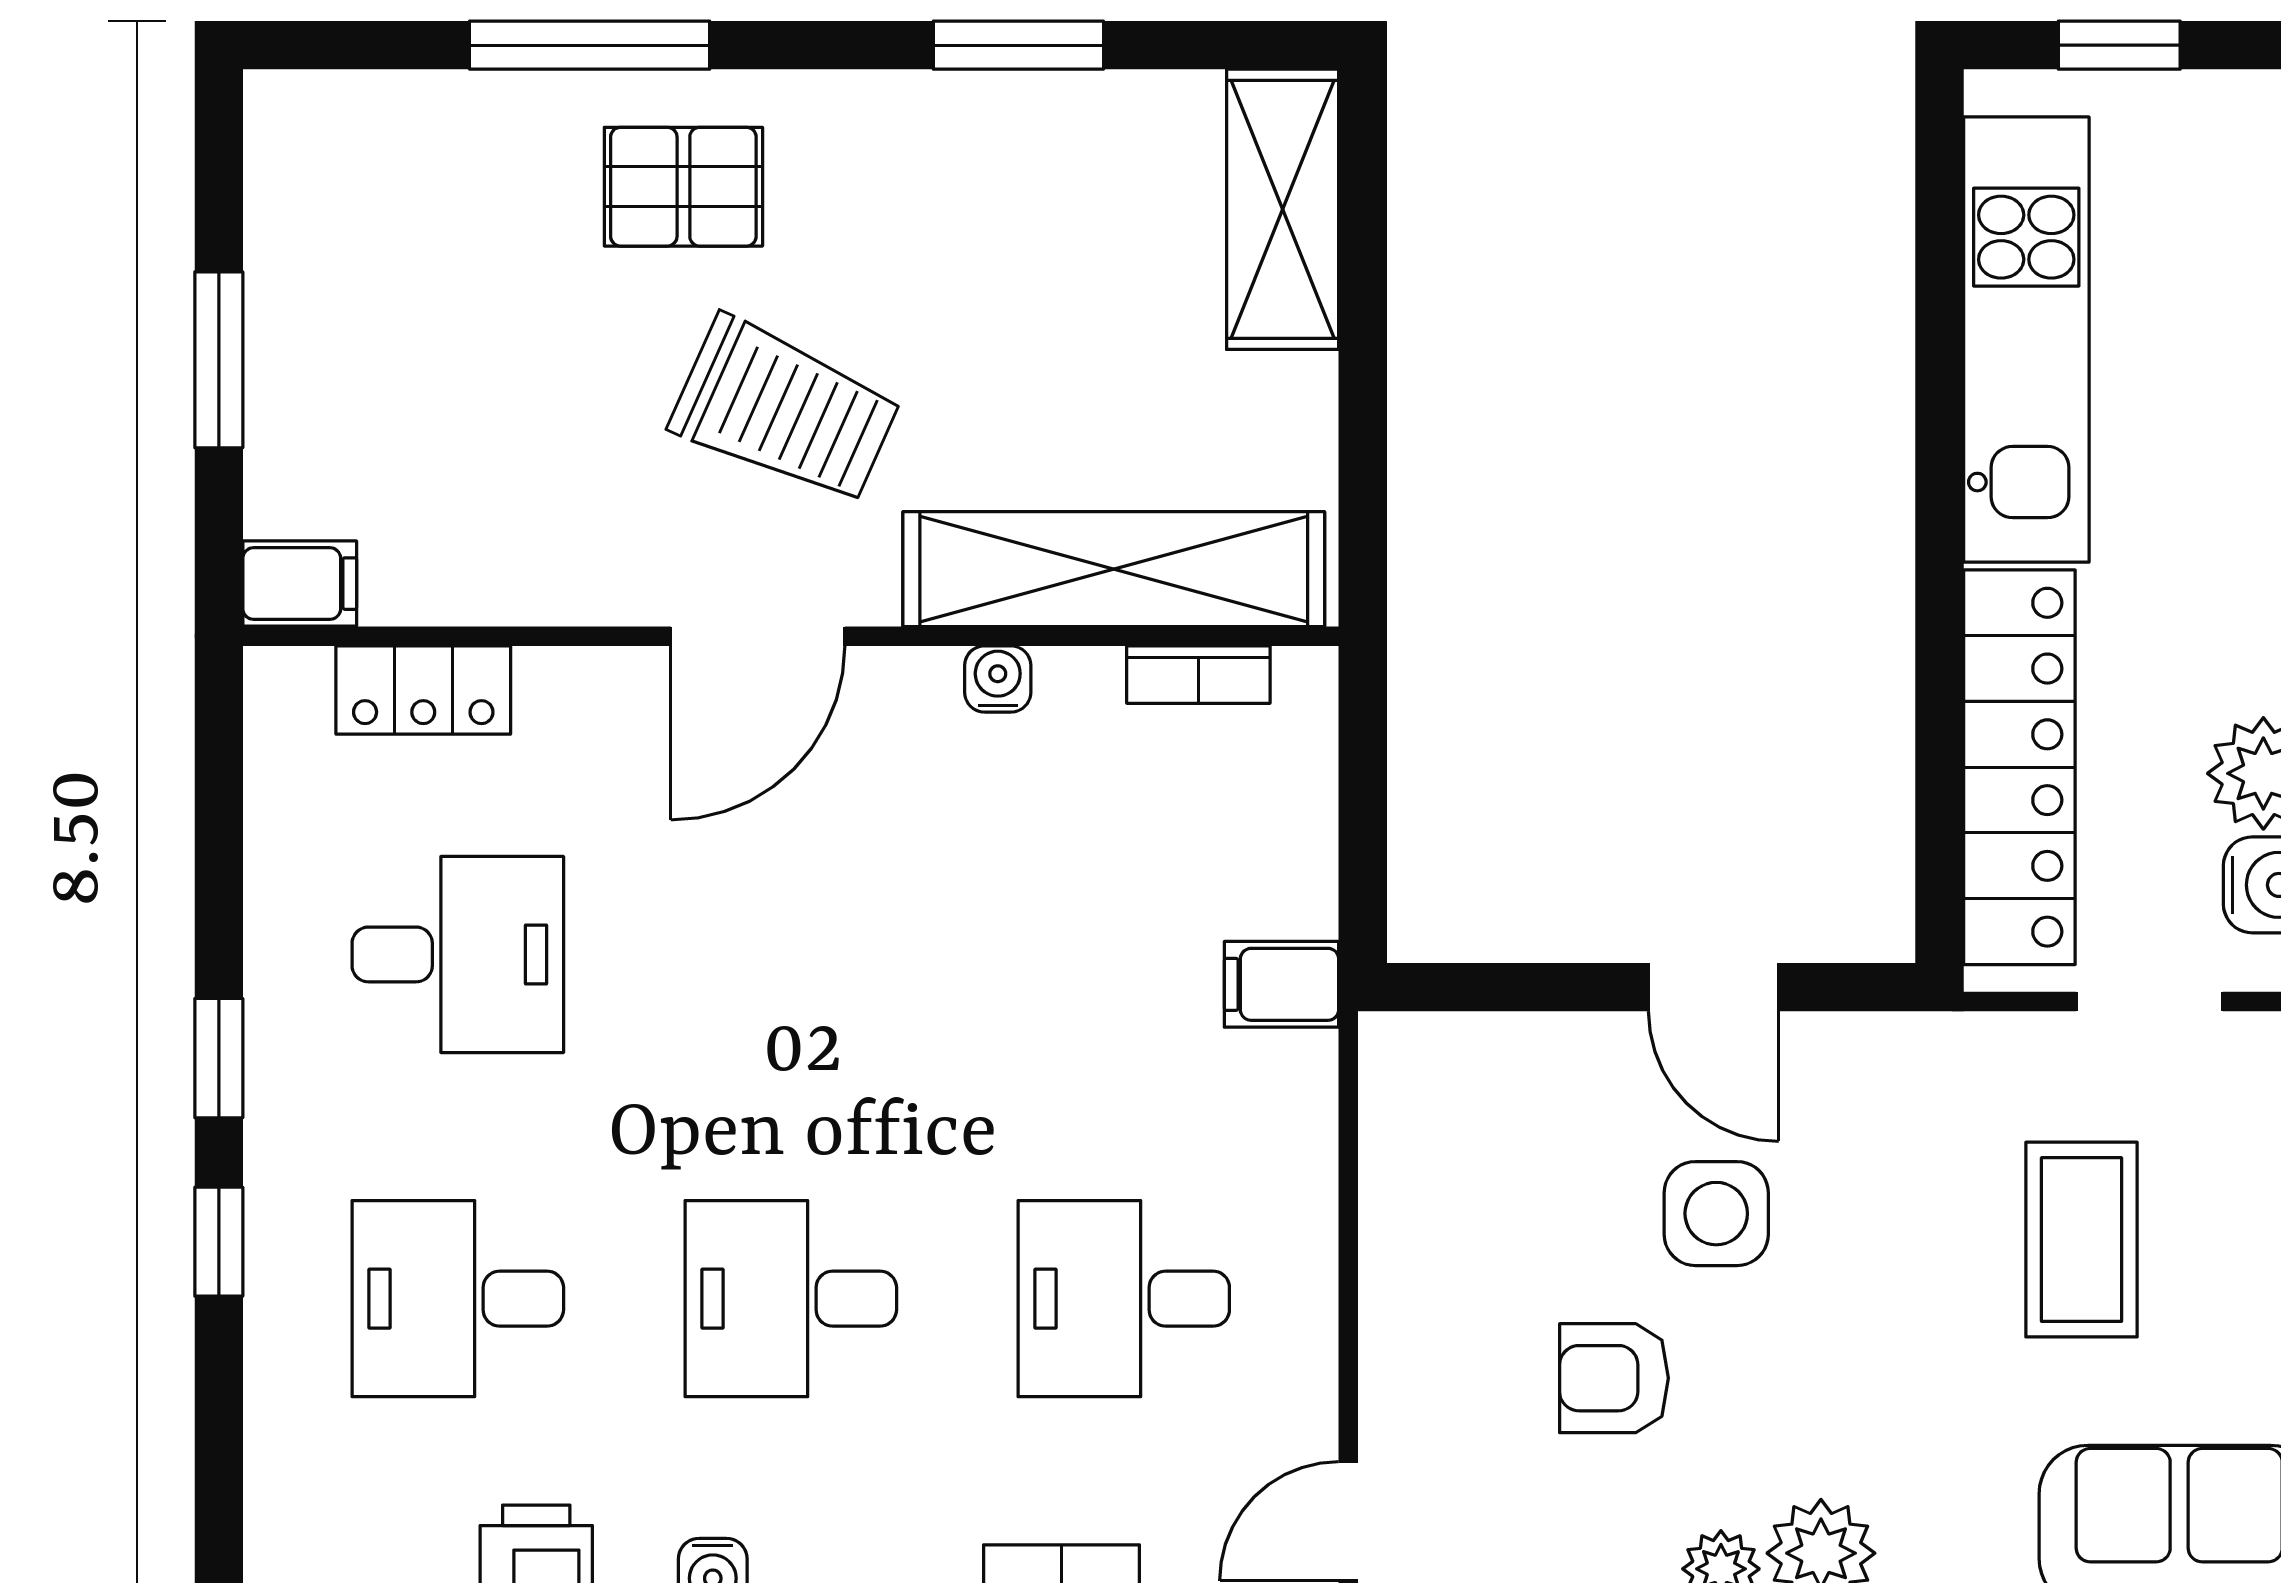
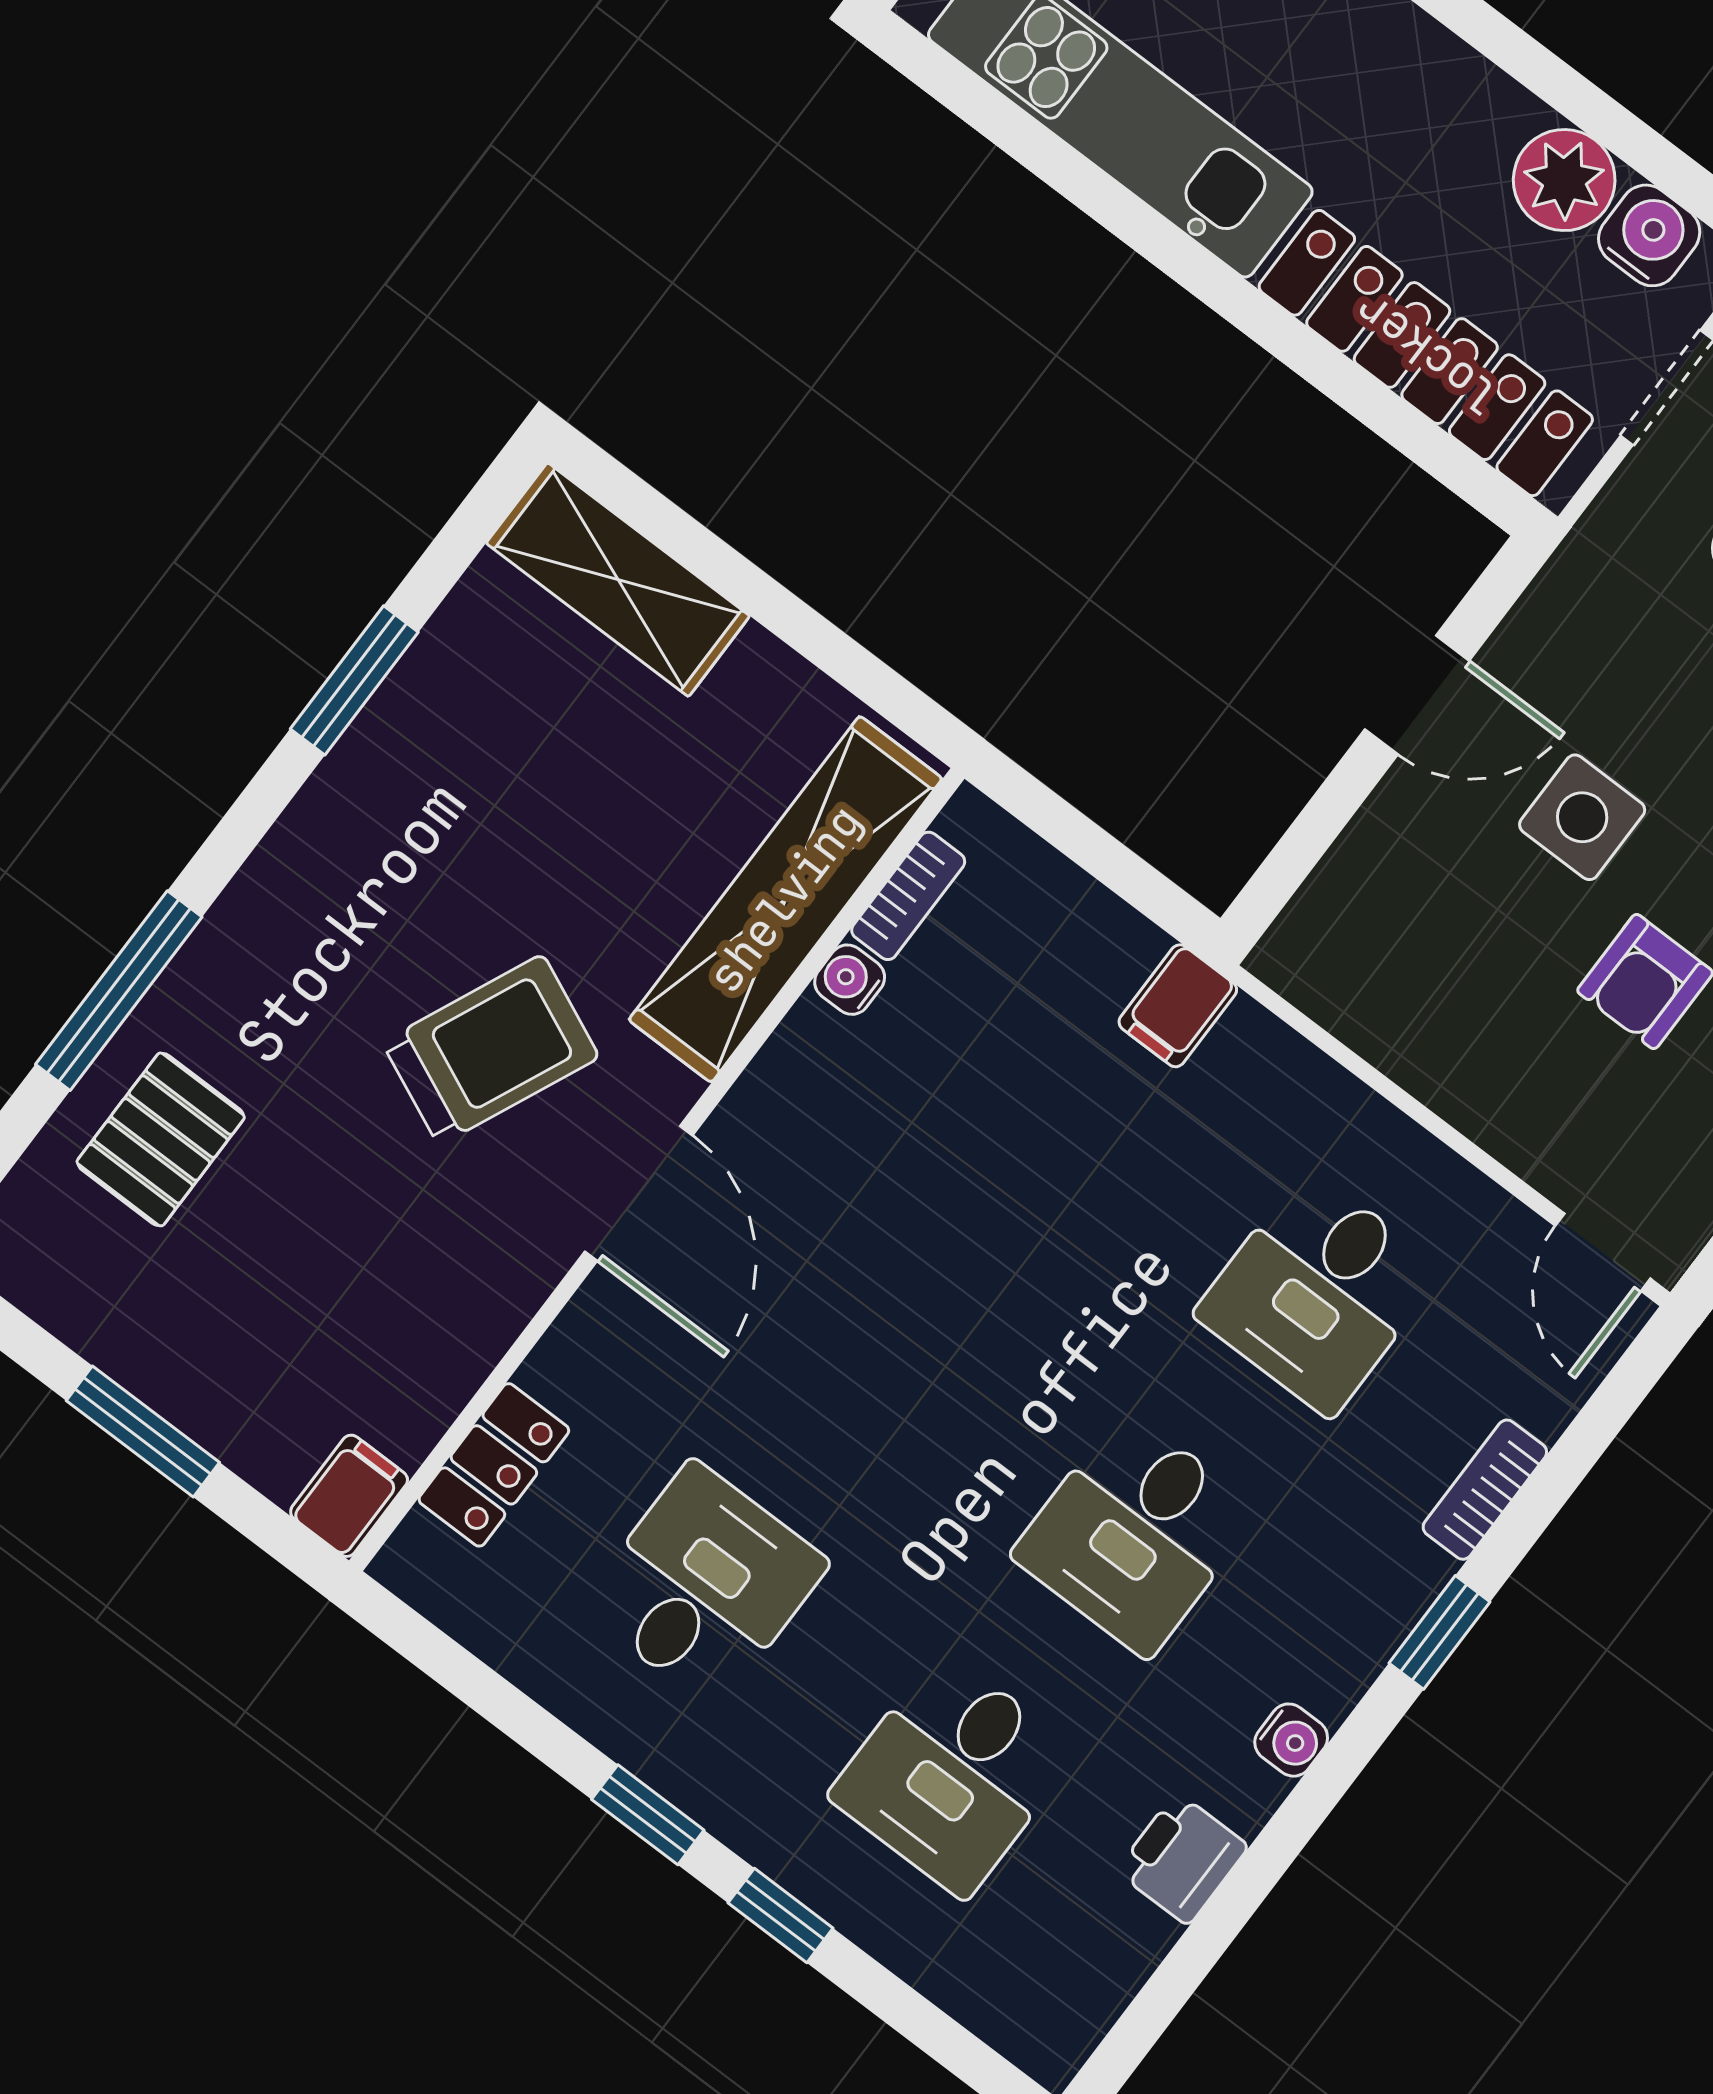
pallet: (683, 187) -> (161, 1139), moved
water cooler: (998, 679) -> (850, 980), moved

